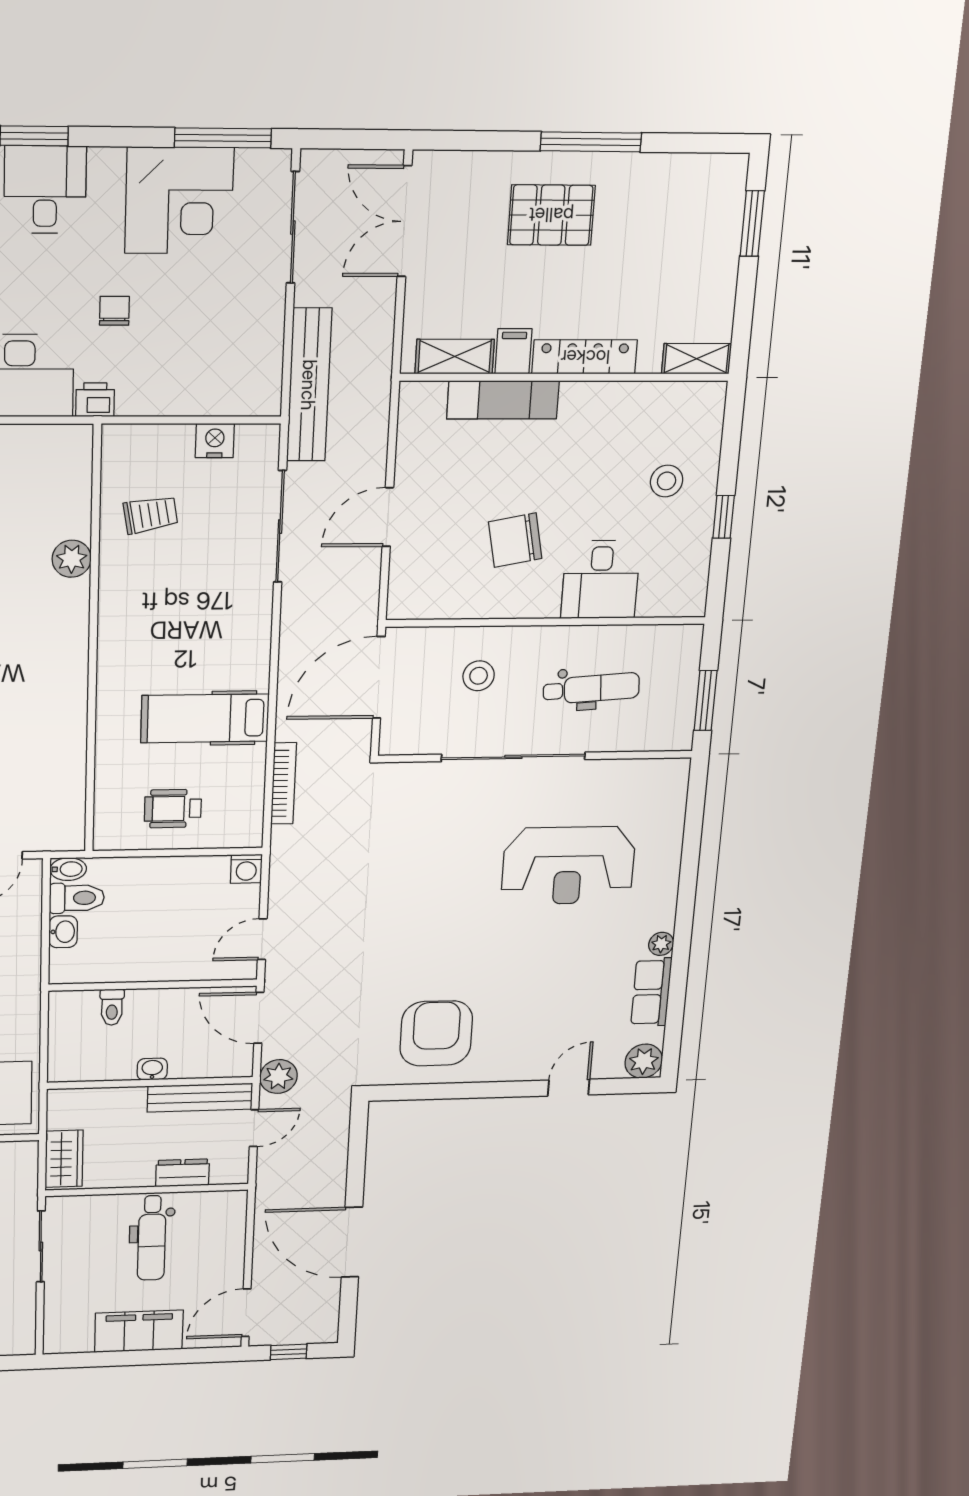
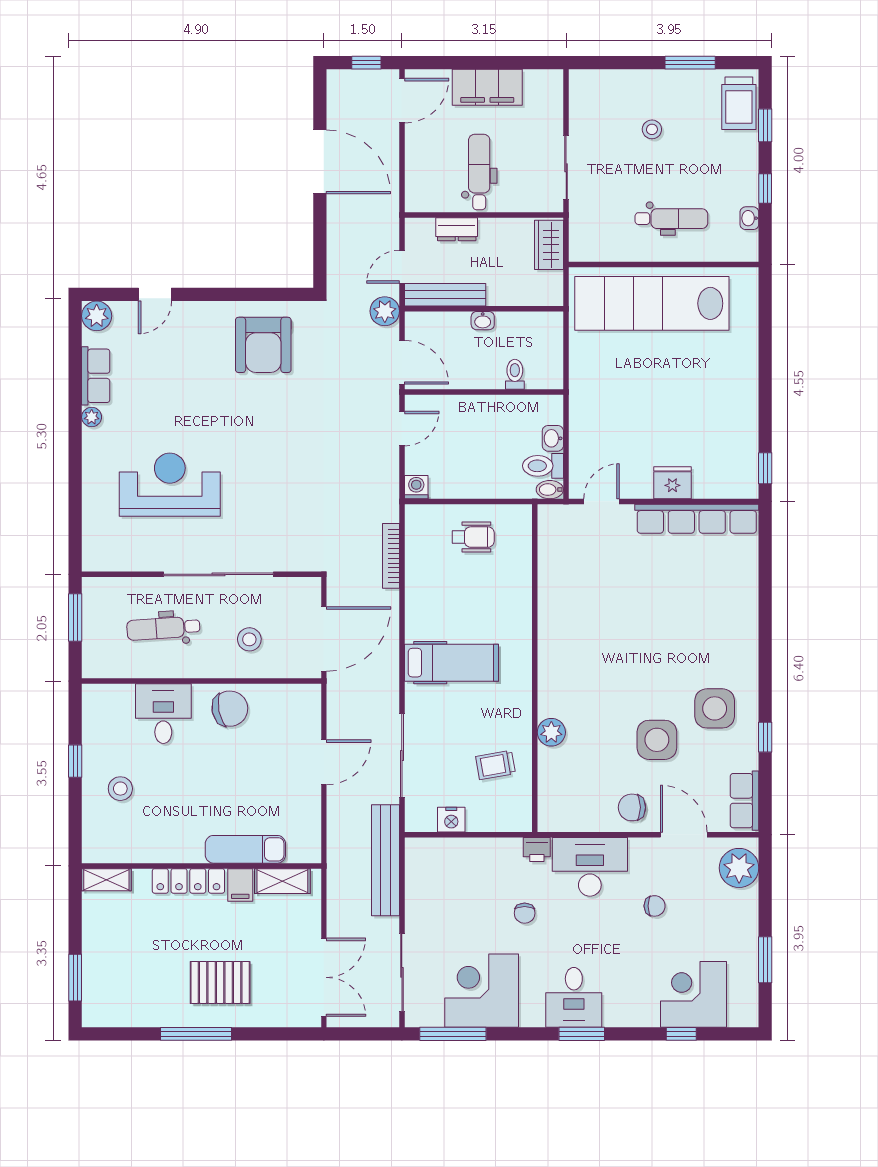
chair: (515, 540) -> (230, 709), moved
hospital bed: (205, 718) -> (451, 663), moved

